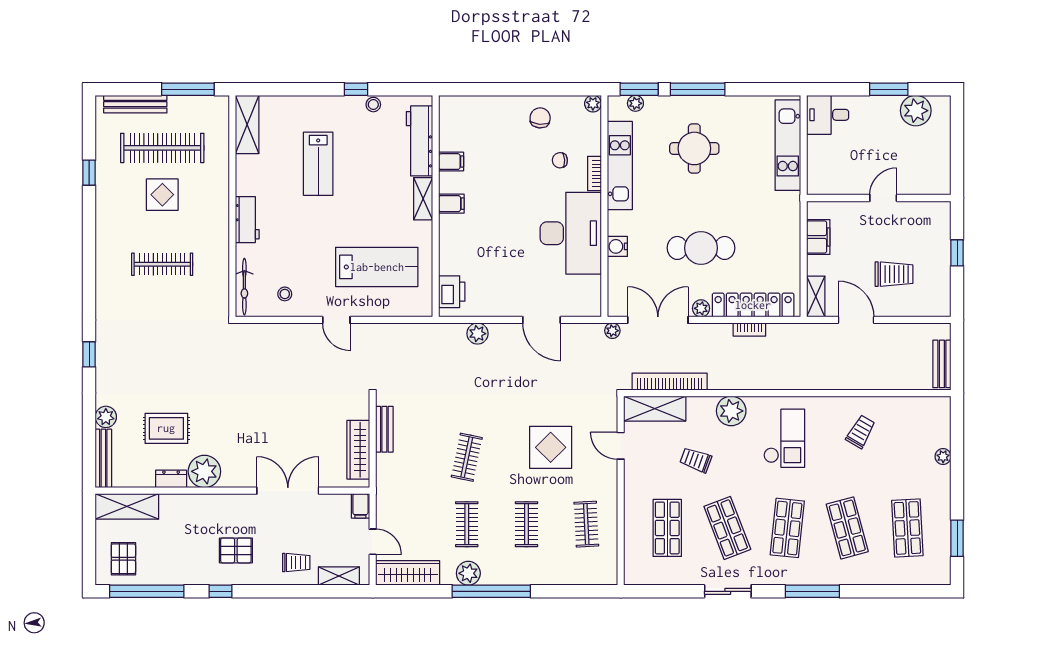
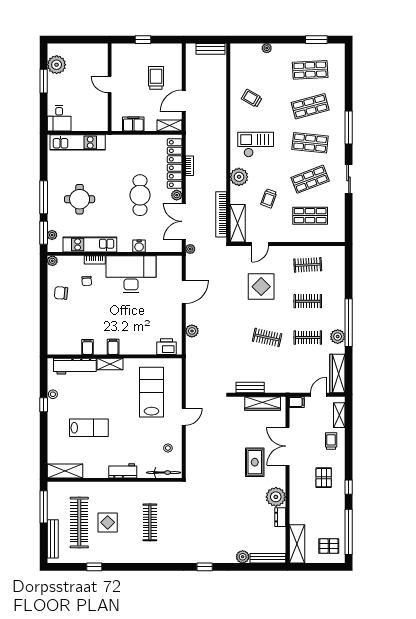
rug: (166, 428) -> (255, 462), moved

